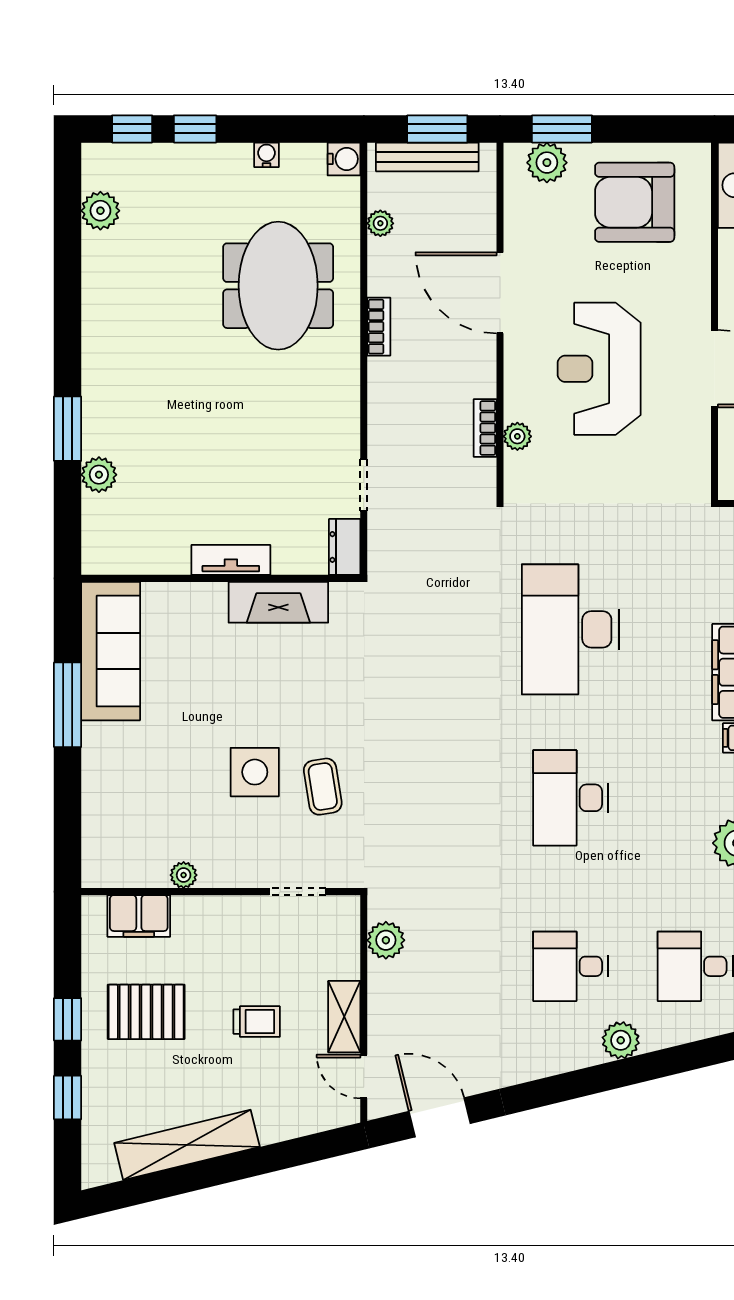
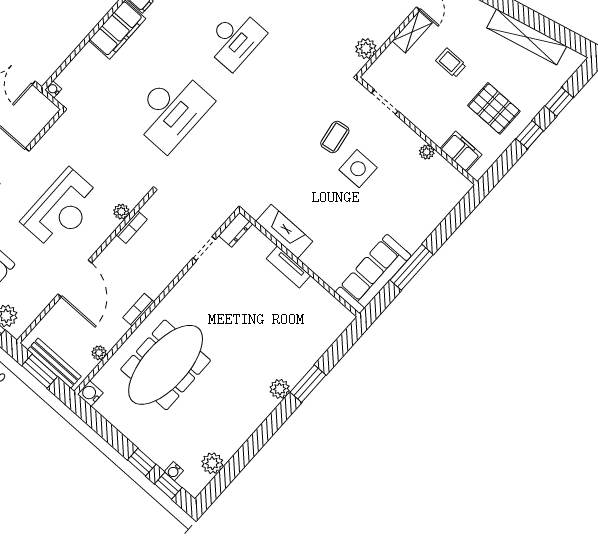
water cooler: (266, 155) -> (174, 471), moved
meeting table: (278, 286) -> (166, 365), width x1.36
plant: (99, 475) -> (280, 389), moved

